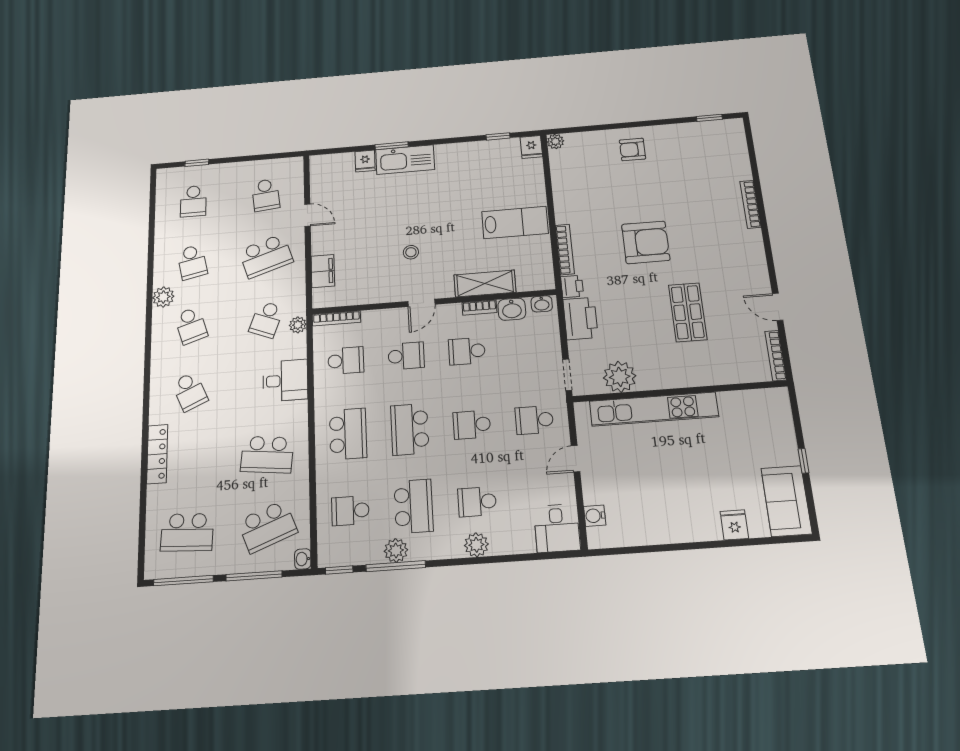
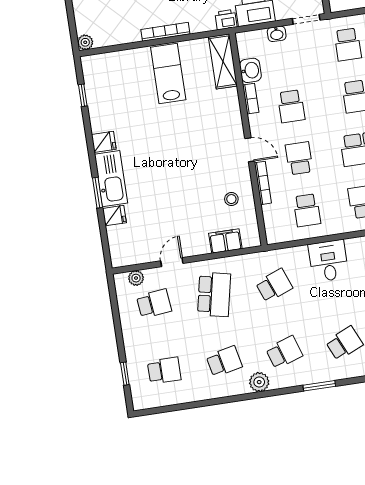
fridge: (531, 147) -> (104, 142), moved
bookcase: (565, 249) -> (165, 32), moved
stool: (411, 252) -> (231, 199), moved
school desk: (266, 256) -> (214, 294), turned 30
shelving: (485, 284) -> (223, 61), moved
washbasin: (542, 304) -> (277, 34), moved, turned 90
bookcase: (336, 318) -> (263, 183), moved
school desk: (266, 319) -> (274, 285), turned -42
plant: (298, 325) -> (136, 278), moved
window: (147, 361) -> (319, 386), added
school desk: (346, 361) -> (307, 210), turned 180

